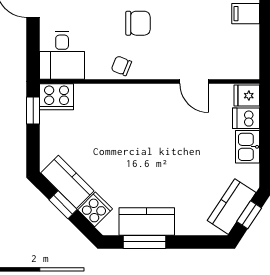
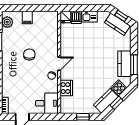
chair: (138, 23) -> (29, 54), moved
door: (194, 82) -> (59, 64), moved
cooker: (57, 97) -> (66, 88), moved
window: (33, 111) -> (83, 117), moved

